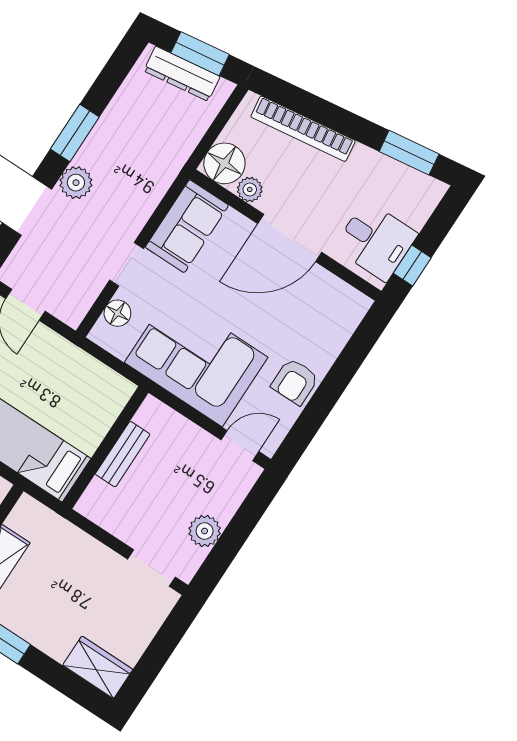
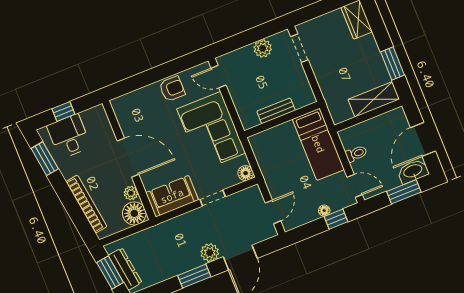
desk: (376, 241) -> (69, 136), moved
window: (412, 266) -> (63, 111), moved
floor lamp: (117, 313) -> (246, 173), moved

